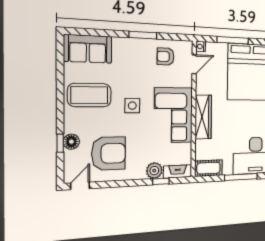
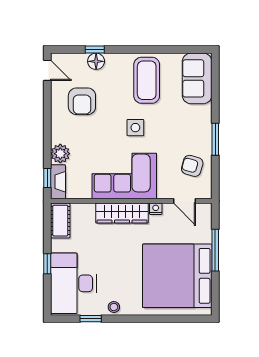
nightstand: (201, 47) -> (156, 209), moved
armchair: (165, 56) -> (192, 166), turned -74
armchair: (109, 153) -> (82, 101), width x0.73, depth x0.73
window: (241, 177) -> (47, 264), width x0.46
window: (161, 181) -> (47, 178), moved

